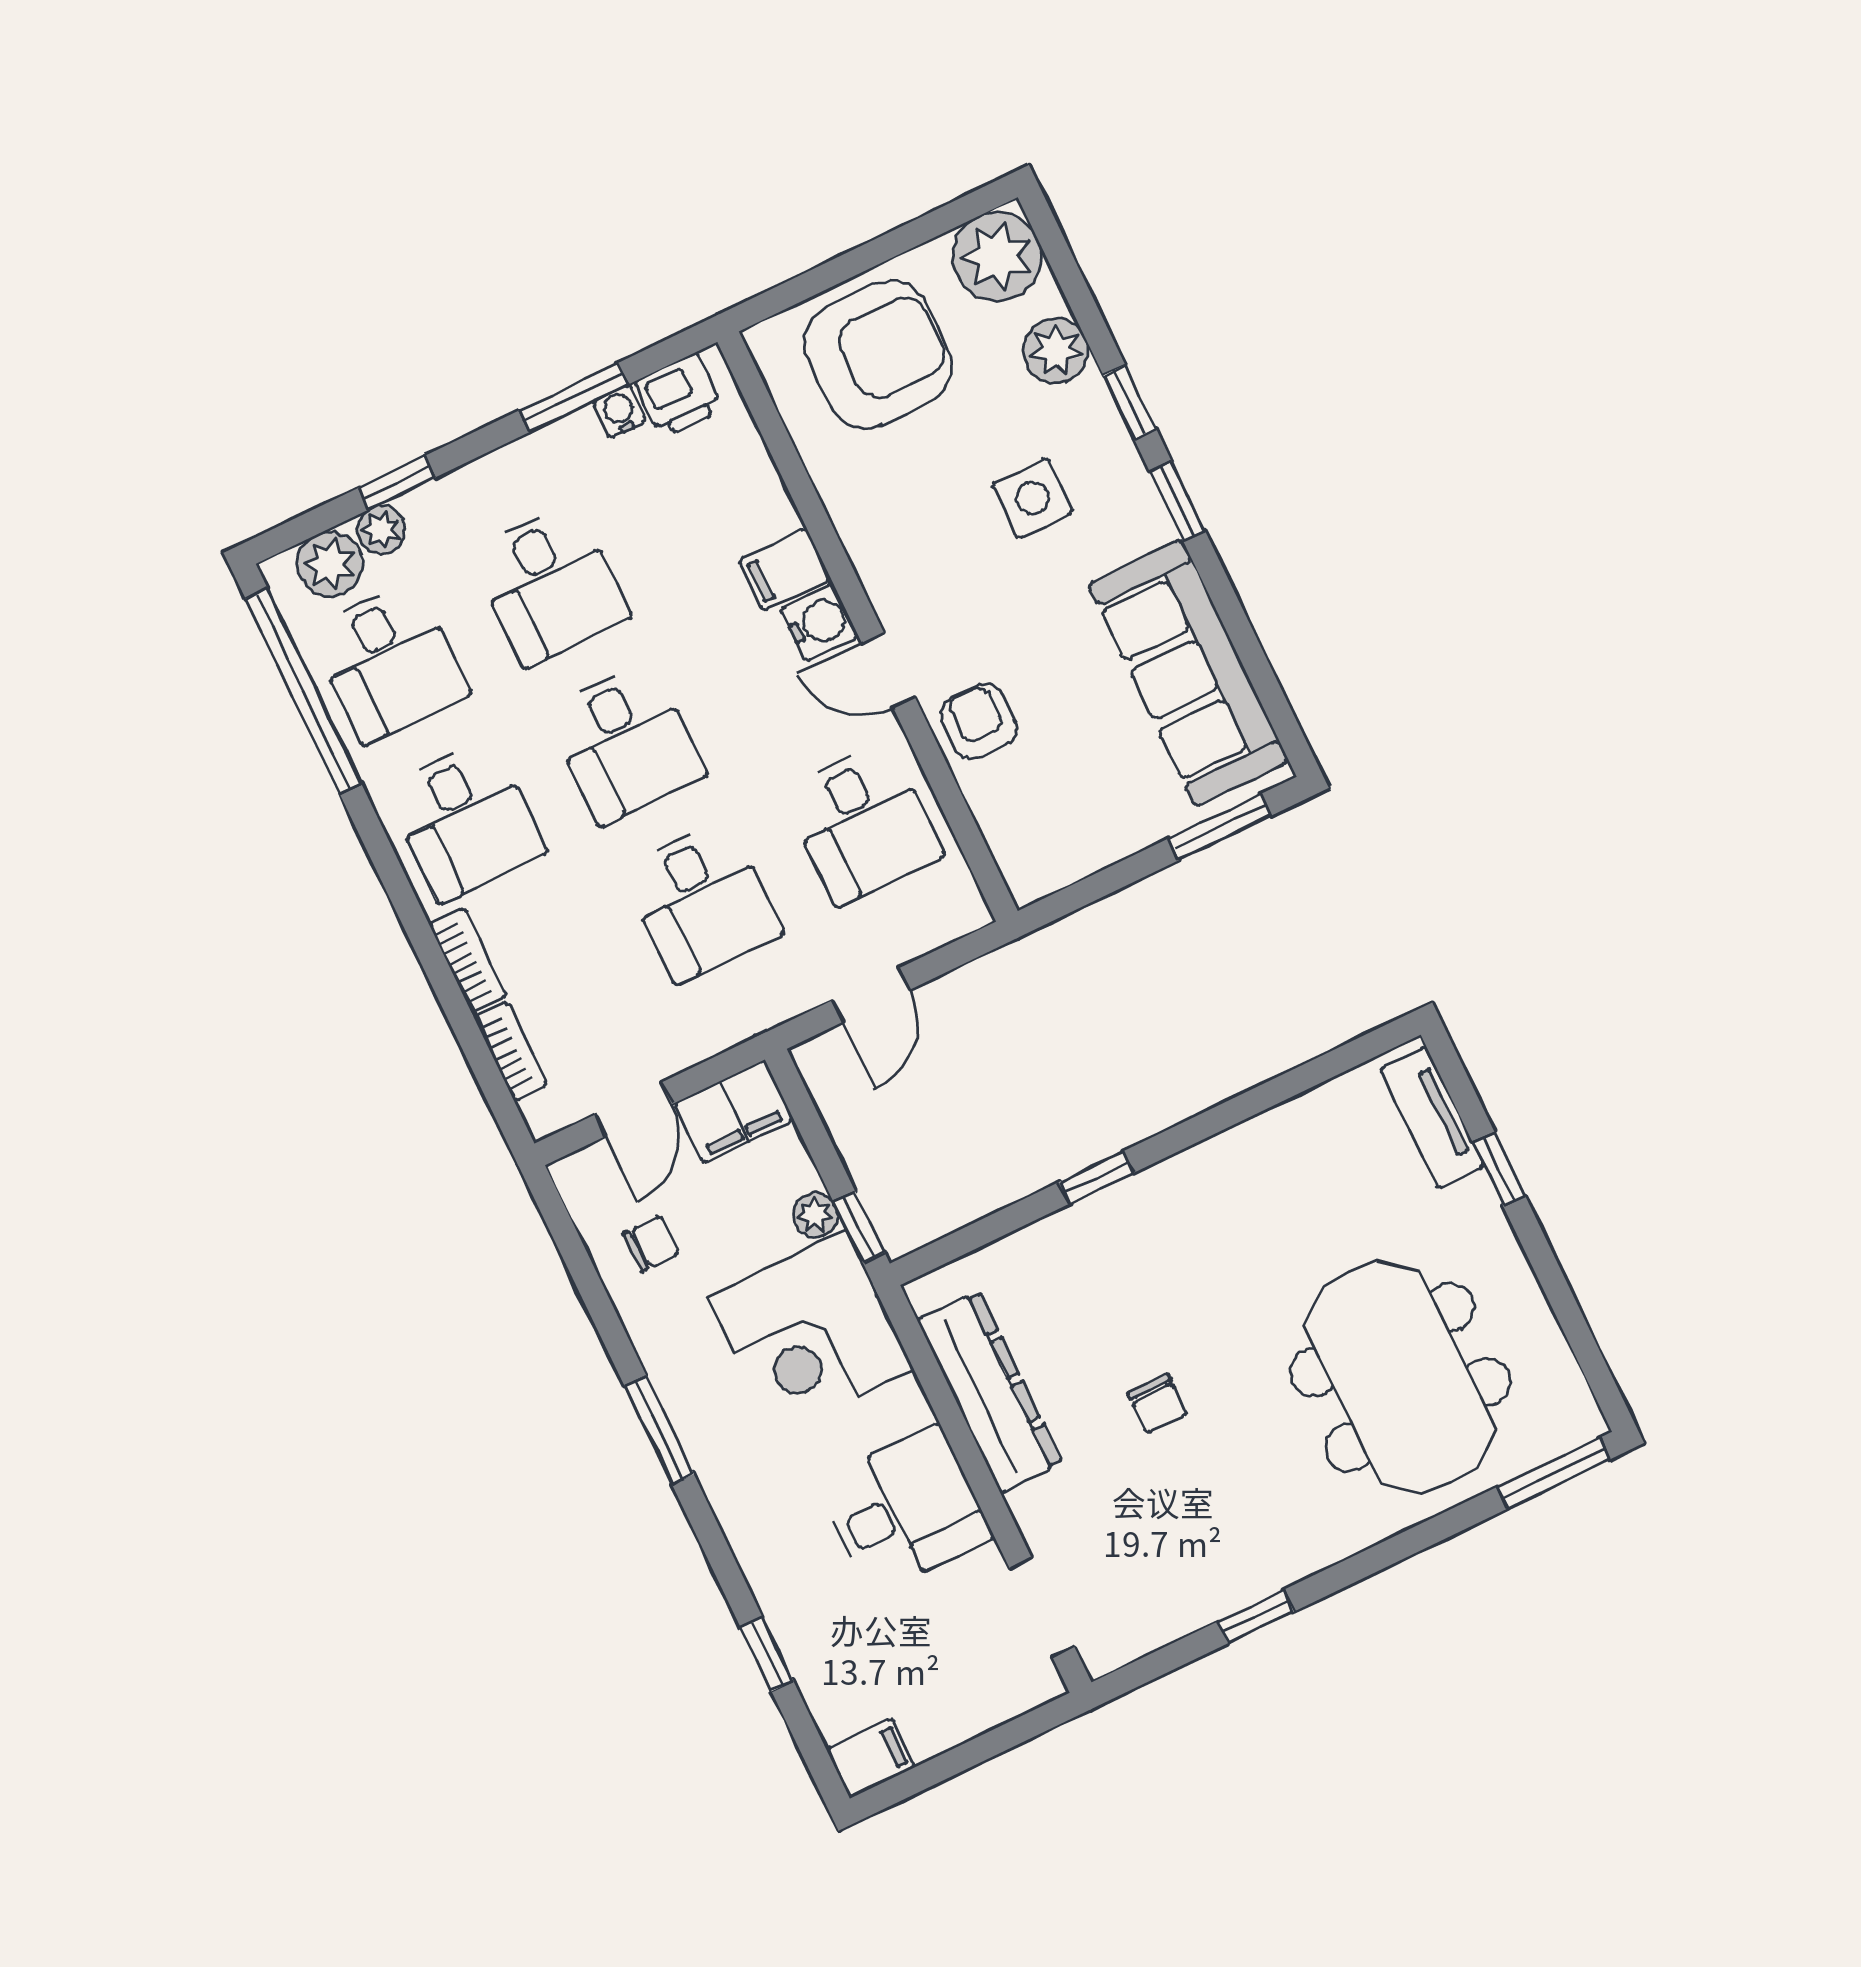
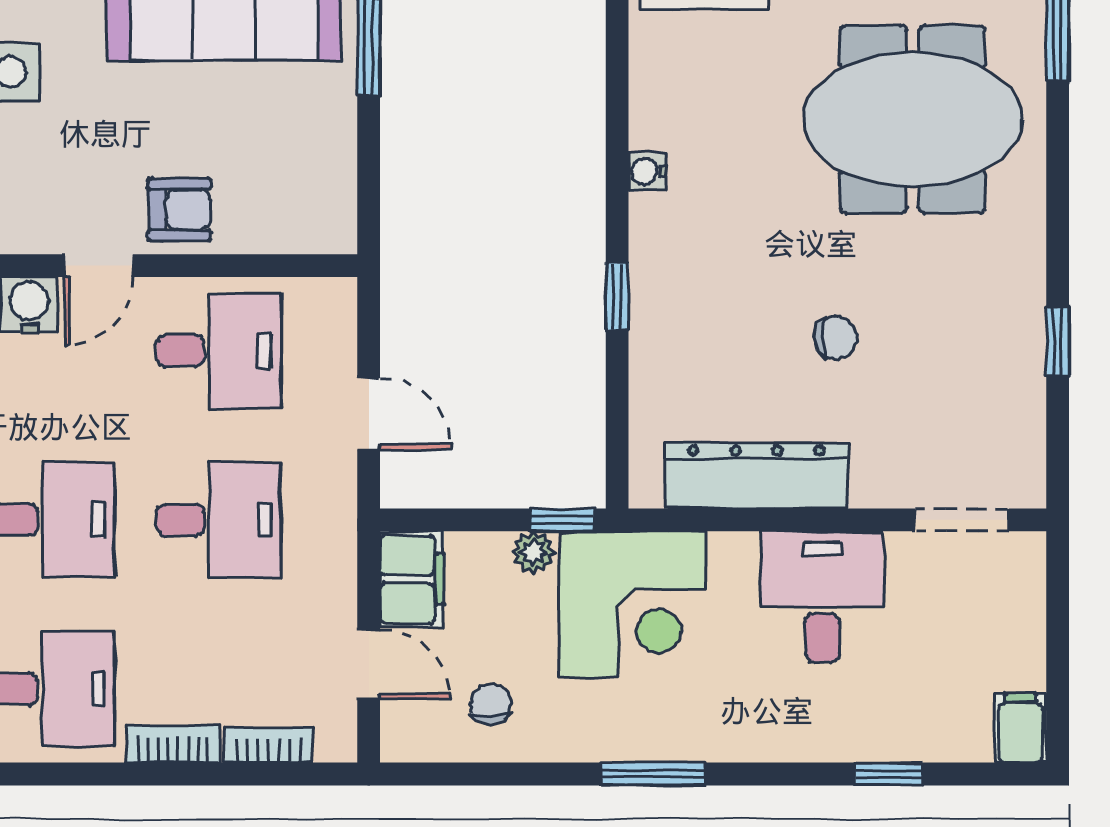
armchair: (979, 722) -> (179, 210), turned 180
water cooler: (1229, 1149) -> (647, 171), added

